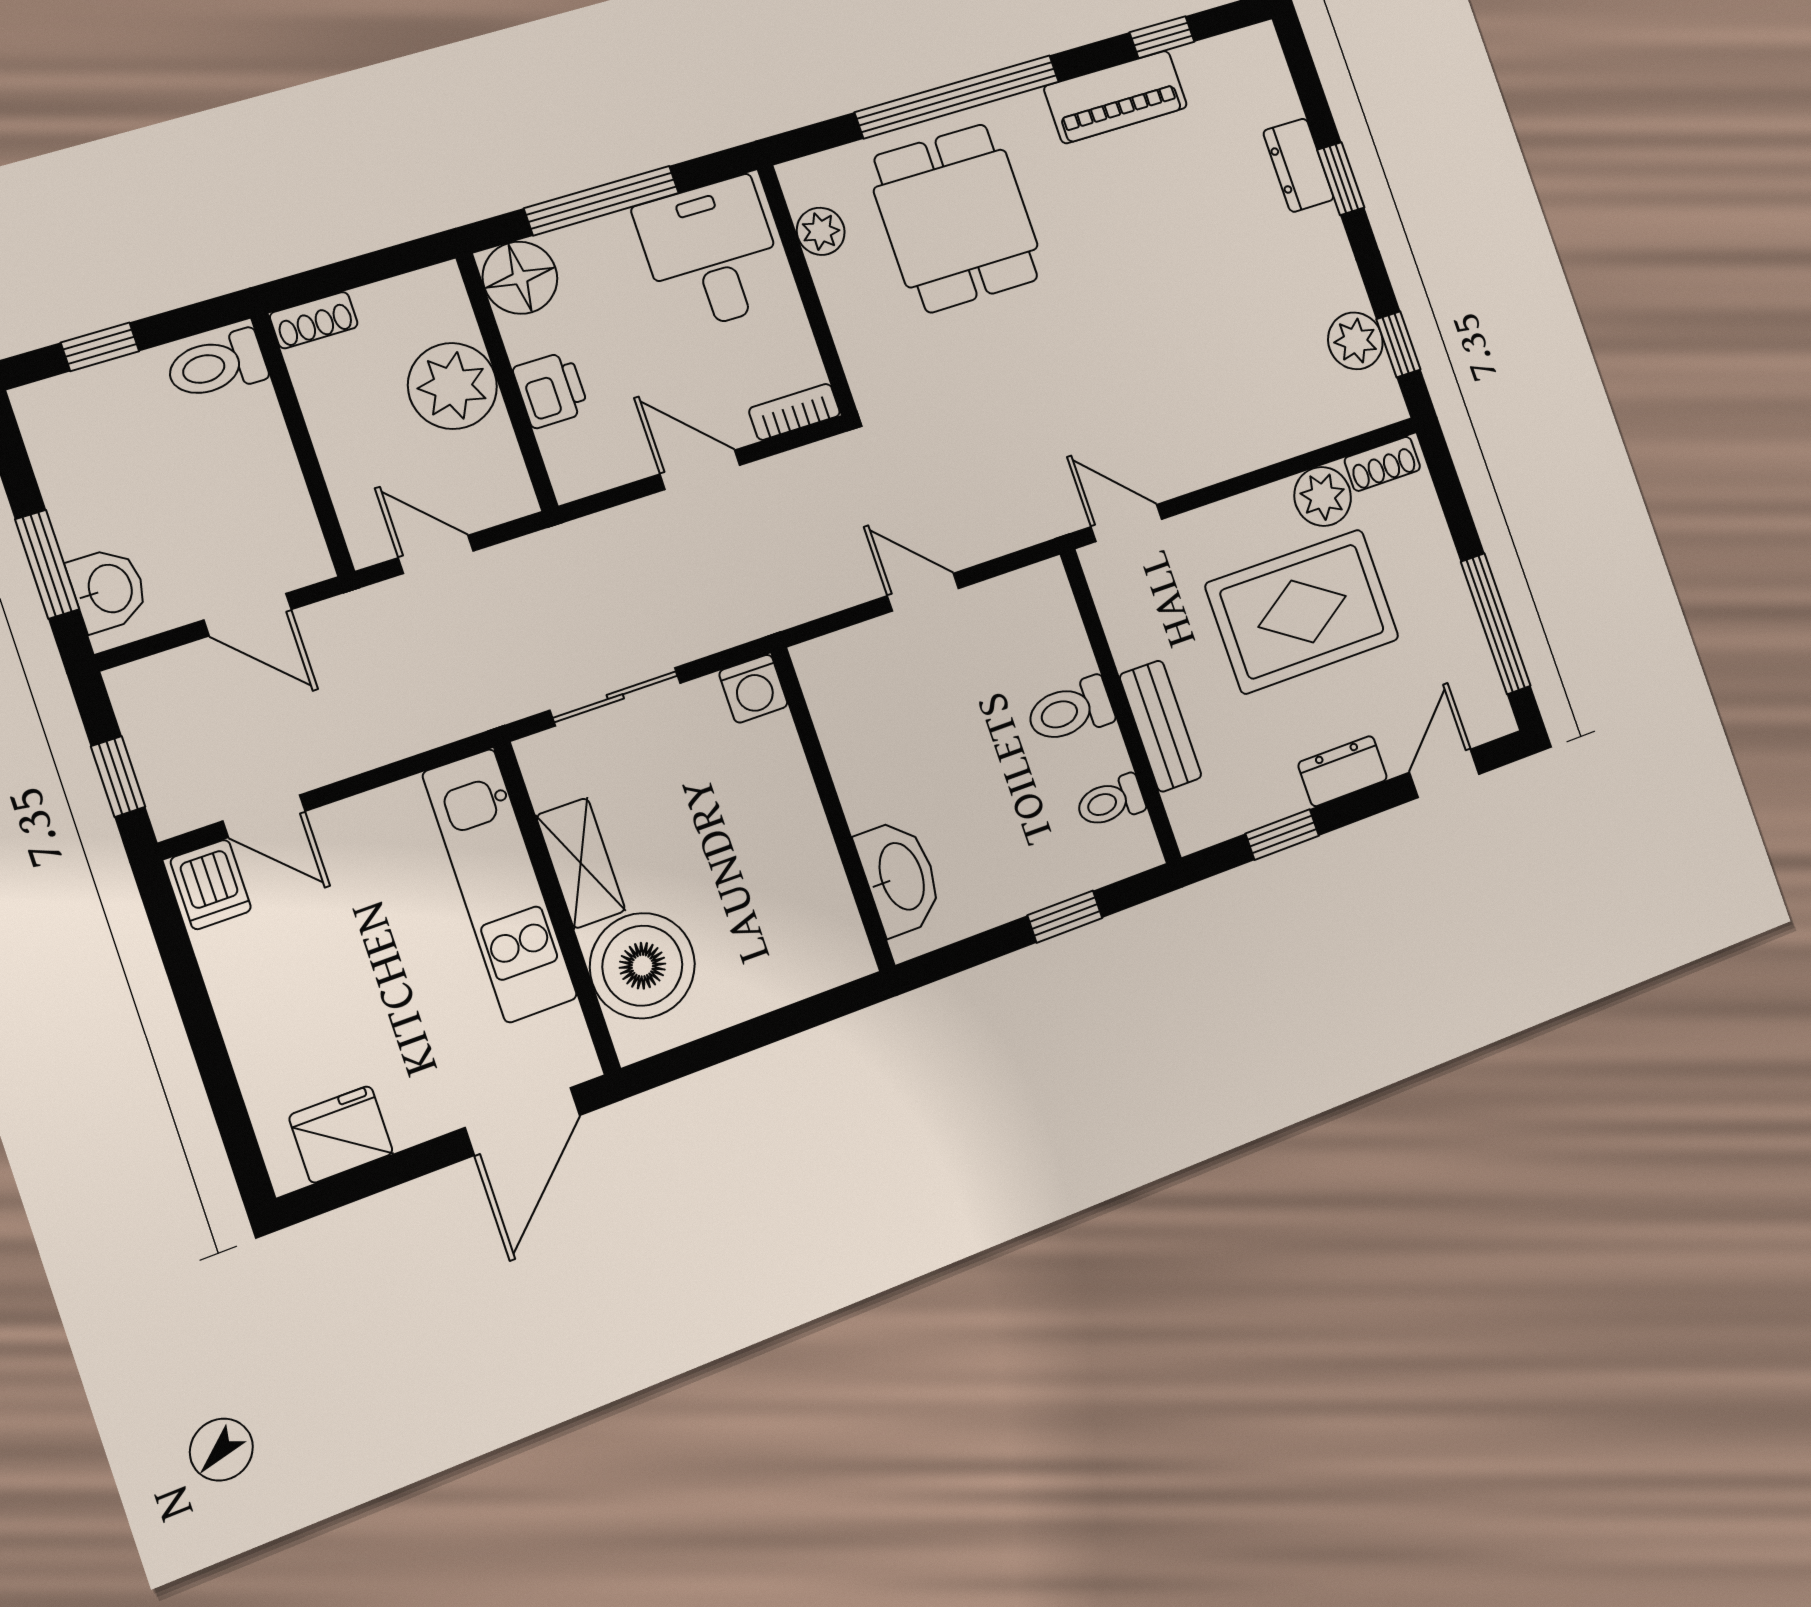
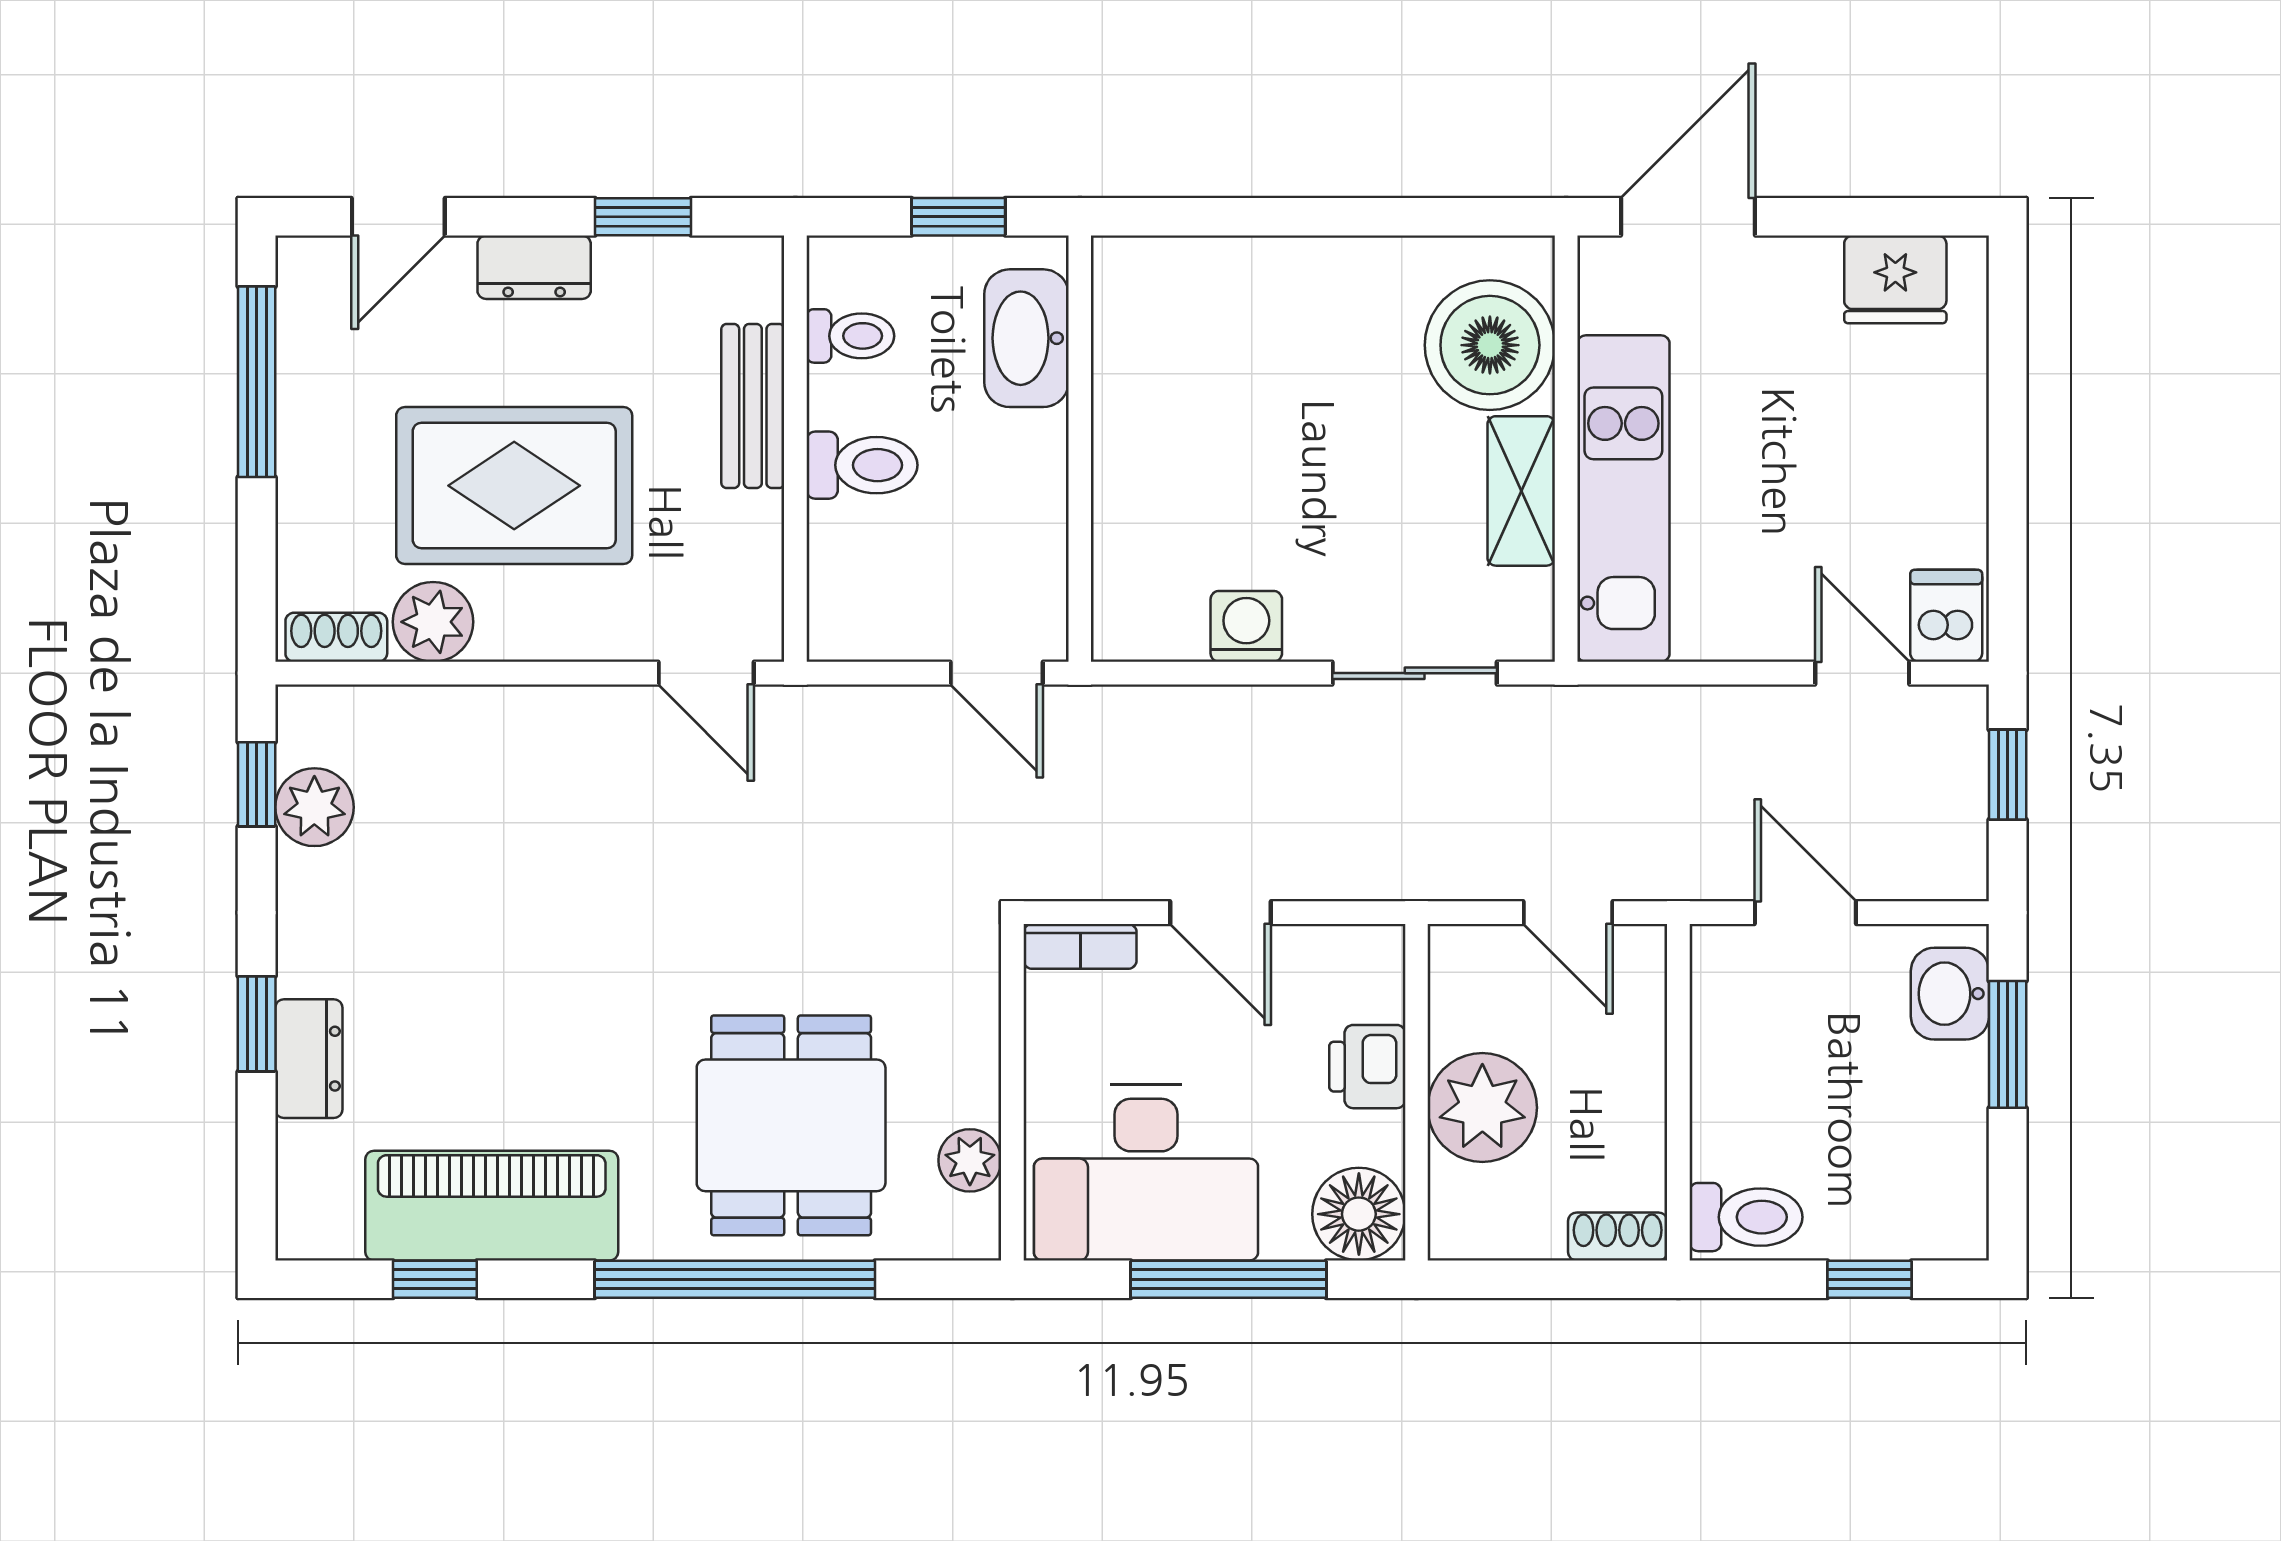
piano: (1116, 97) -> (492, 1206), width x1.37, depth x1.33
desk: (712, 254) -> (1146, 1173), width x1.37
wall: (833, 809) -> (1080, 449), moved
washbasin: (900, 877) -> (1026, 338), moved

